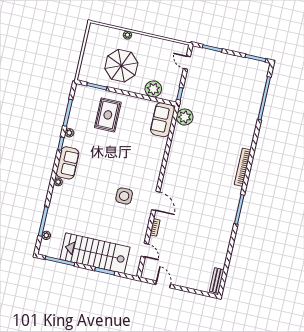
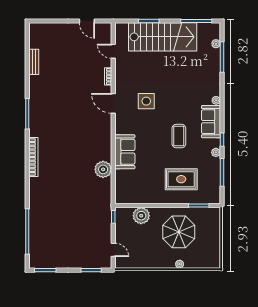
rug: (108, 115) -> (181, 179), turned 90
plant: (185, 117) -> (103, 169), moved
sofa: (163, 120) -> (125, 152), moved
coffee table: (101, 156) -> (179, 136), added
bench: (217, 281) -> (34, 62), moved

